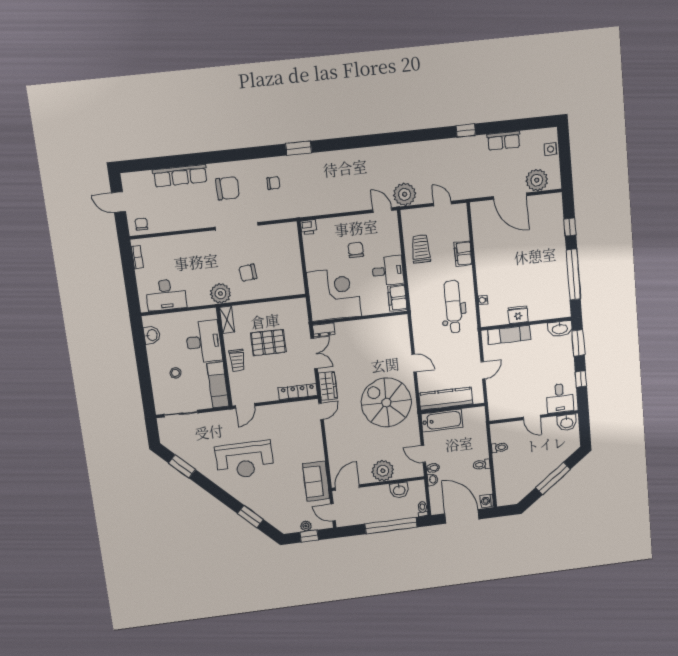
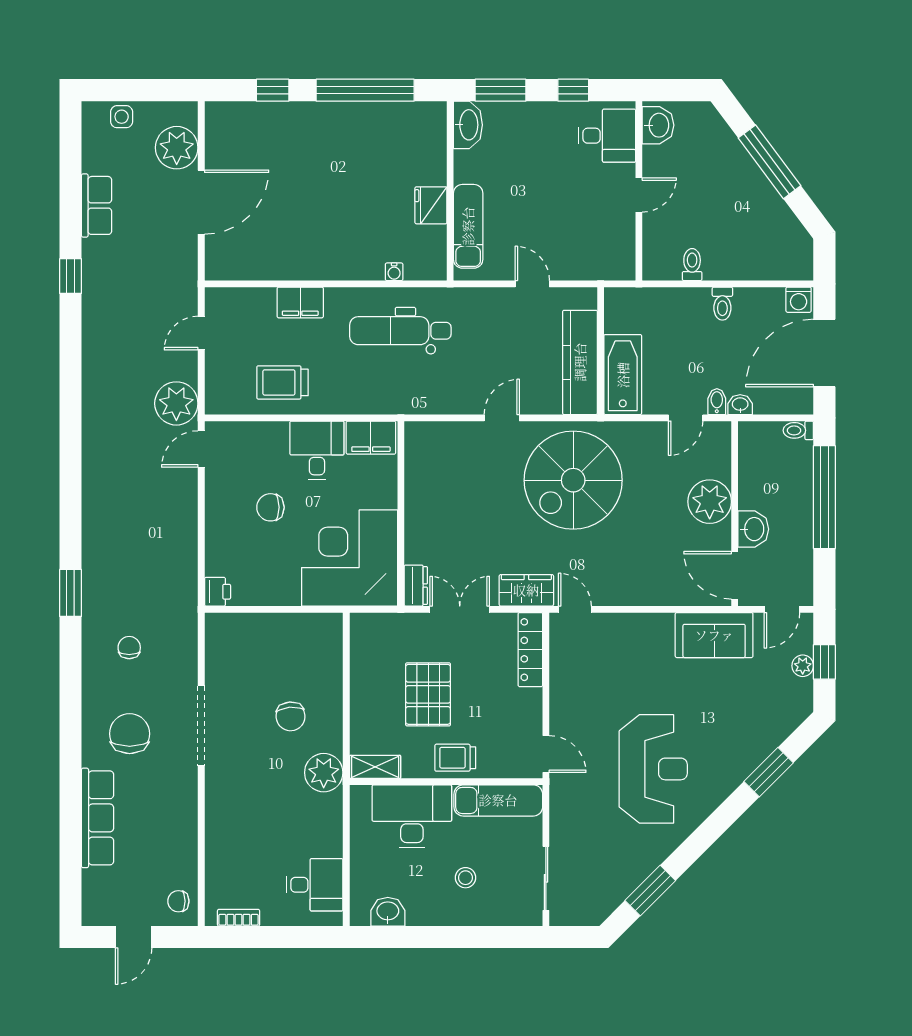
desk: (166, 295) -> (315, 885), width x0.73
trolley: (237, 360) -> (455, 758), turned 180
washbasin: (399, 490) -> (753, 529), moved

